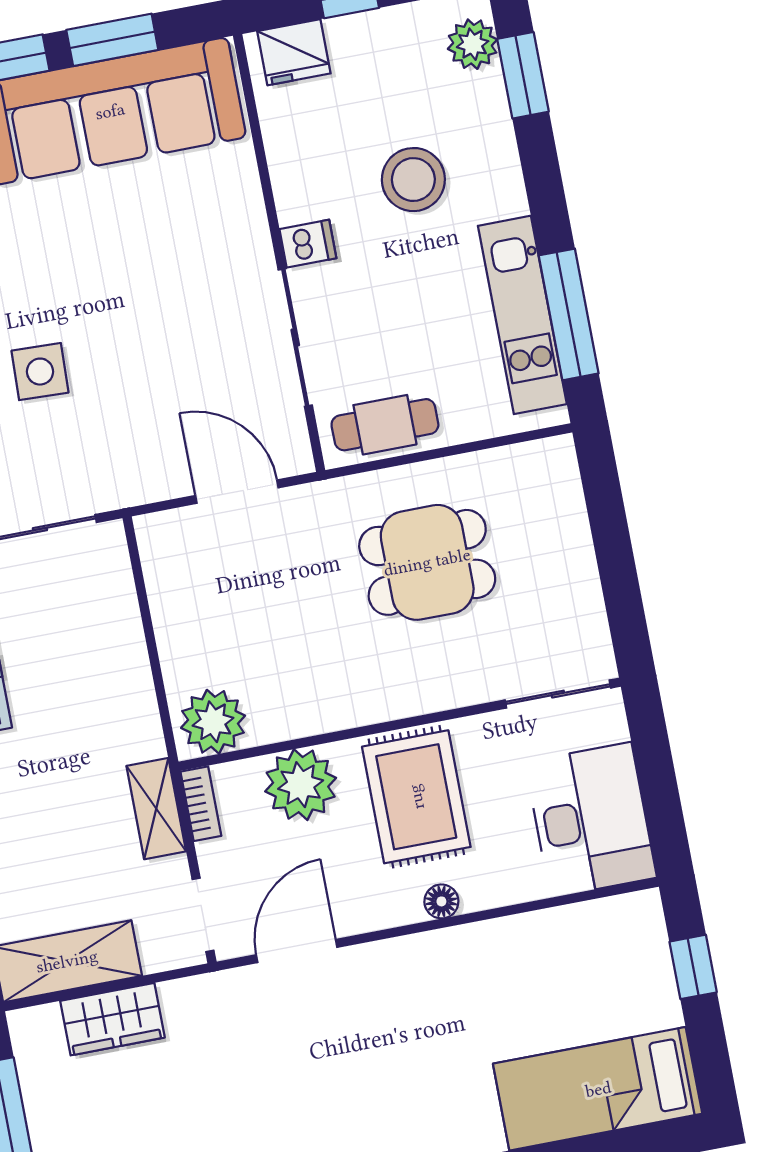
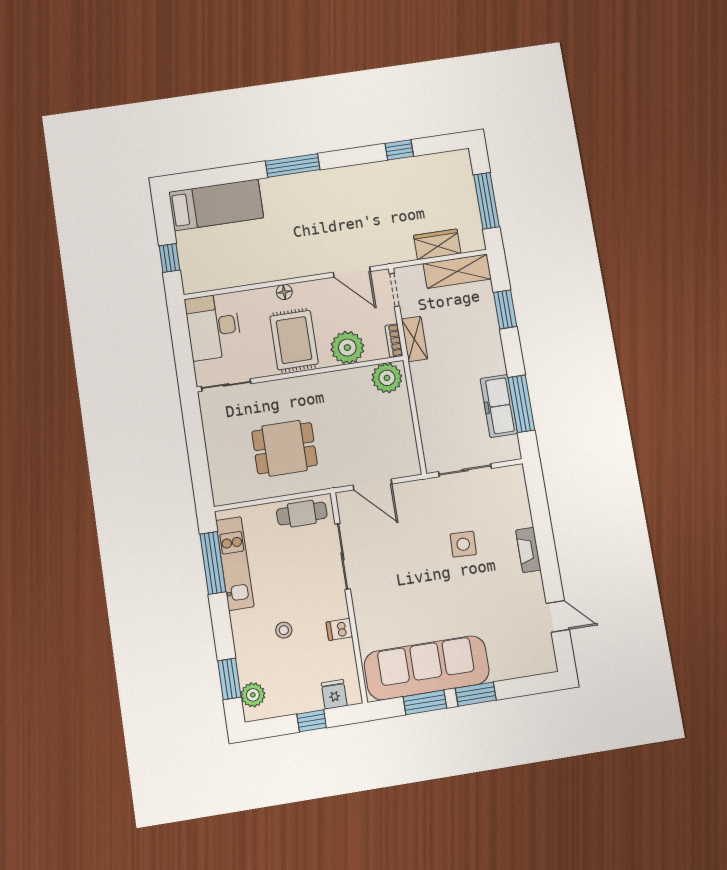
fridge: (294, 52) -> (334, 694), width x0.72
stool: (413, 180) -> (284, 630), width x0.53, depth x0.53
dishwasher: (308, 244) -> (339, 629), moved
door: (297, 951) -> (352, 272), hinge flipped

